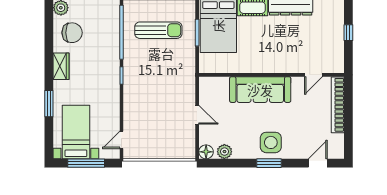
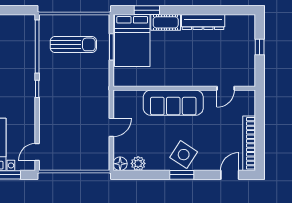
bookcase: (338, 105) -> (249, 143), moved
door: (197, 115) -> (111, 127), hinge flipped
side table: (271, 142) -> (184, 155), turned 33

